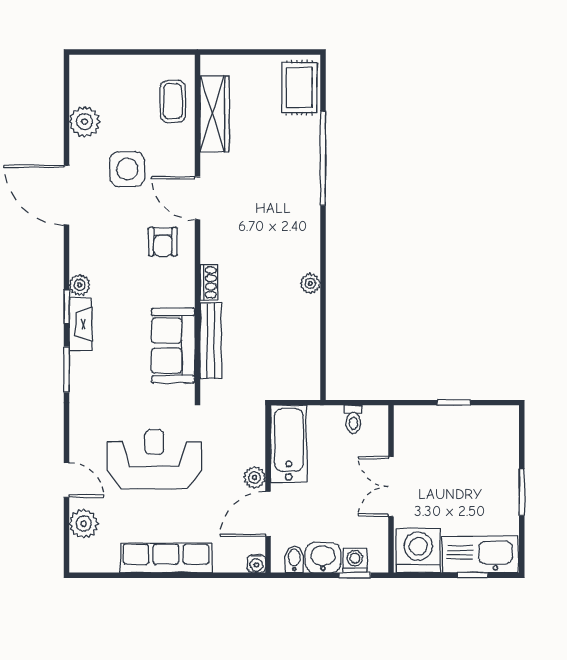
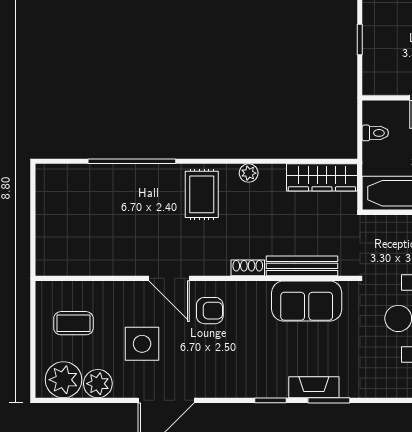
rug: (299, 88) -> (202, 194), moved, turned 90
coffee table: (173, 101) -> (73, 323), moved
wardrobe: (215, 114) -> (322, 177), moved, turned 180
door: (197, 198) -> (169, 278), hinge flipped
plant: (80, 285) -> (63, 380), moved, width x1.88, depth x1.88
fireplace: (81, 324) -> (314, 387), moved

